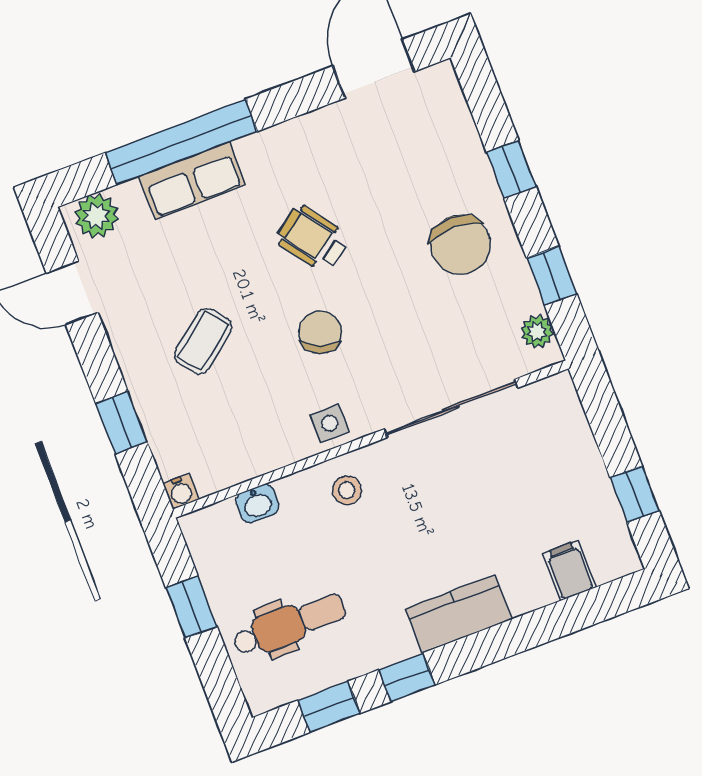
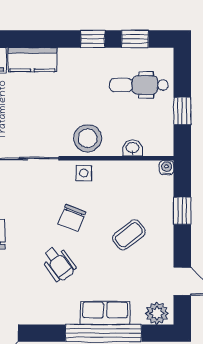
stool: (347, 490) -> (88, 138), width x1.89, depth x1.89
kitchen counter: (458, 614) -> (32, 60), moved

